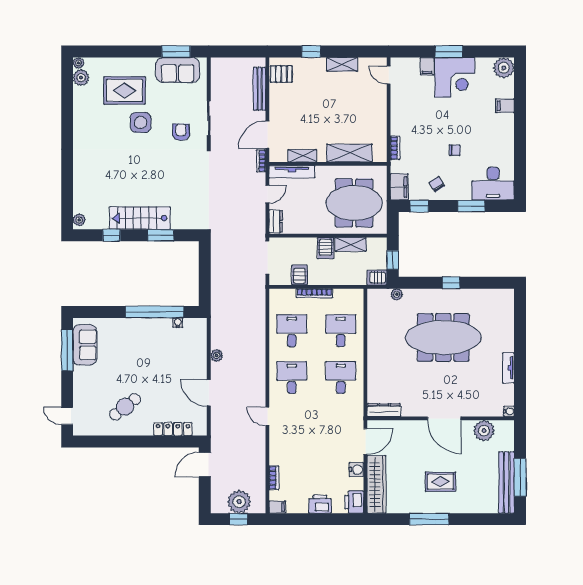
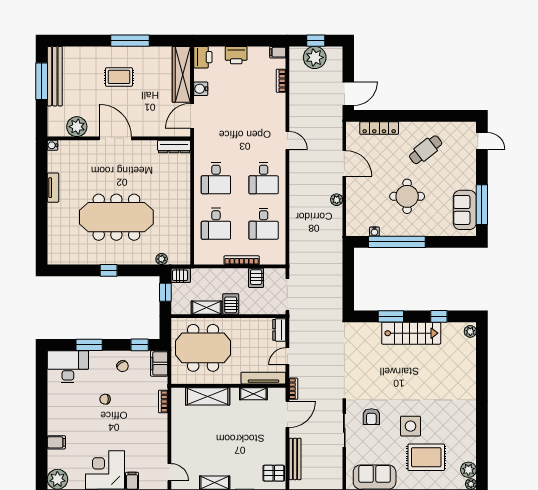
round table: (144, 359) -> (407, 196), added

